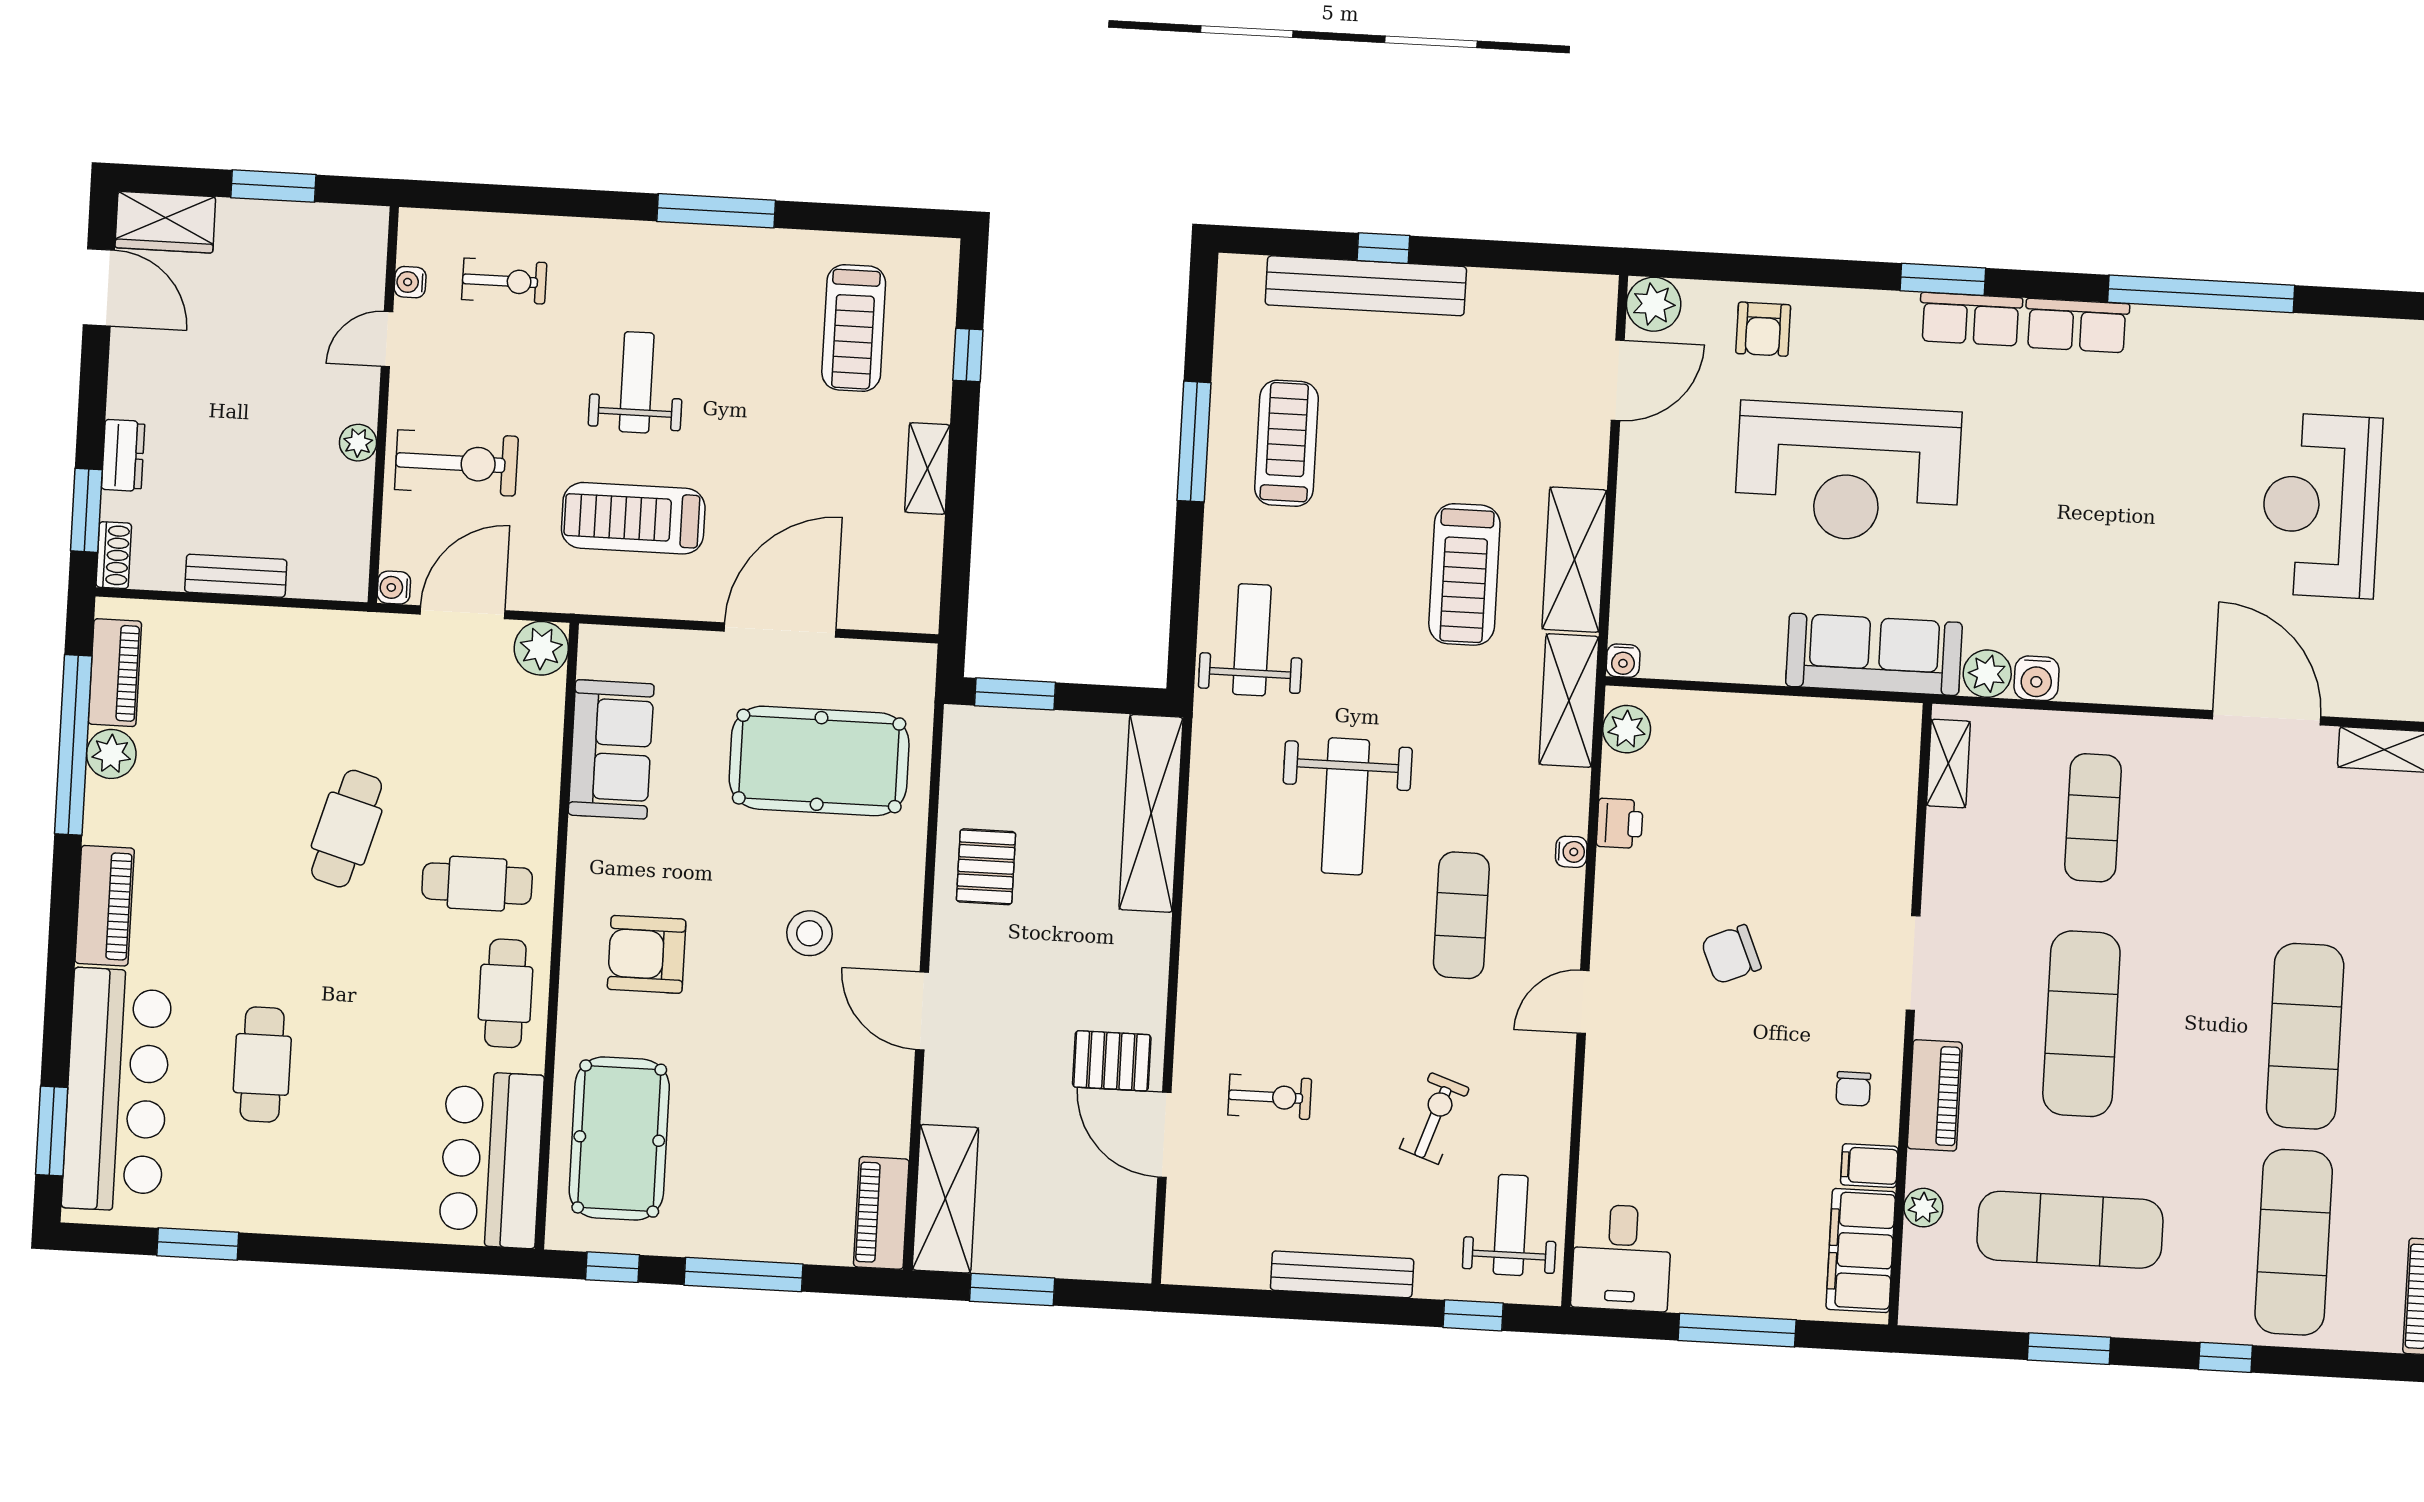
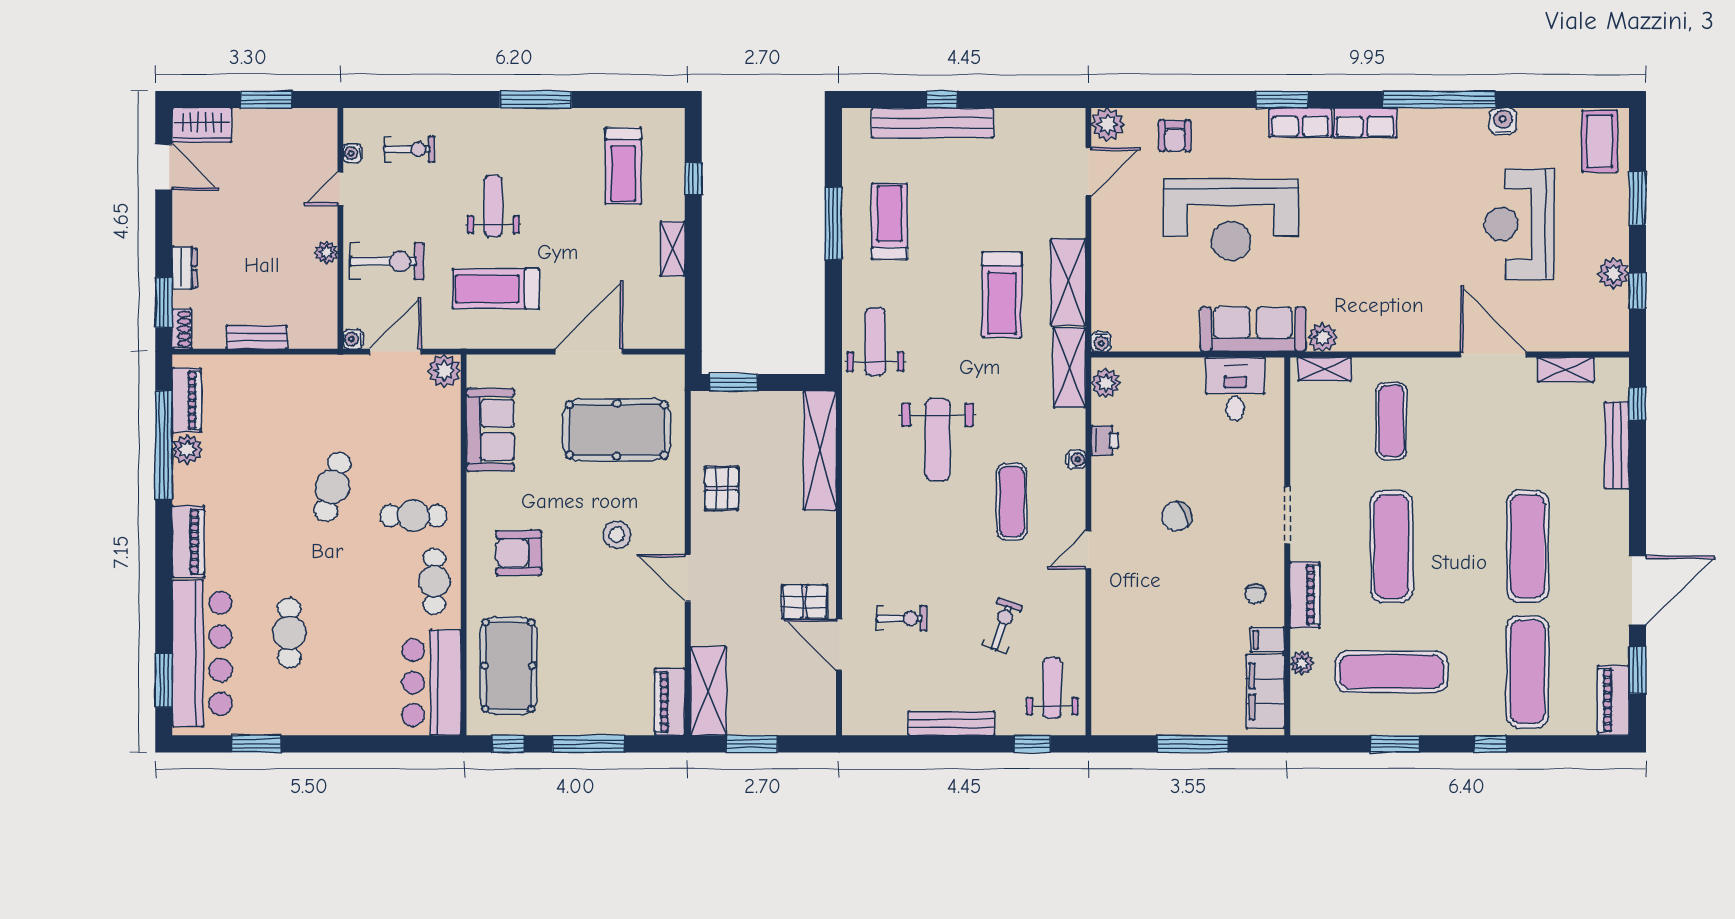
water cooler: (2036, 678) -> (1503, 121), moved, turned 180
shelving: (1948, 764) -> (1324, 369), moved, turned 90
desk: (1622, 1258) -> (1235, 389), moved, turned 180

